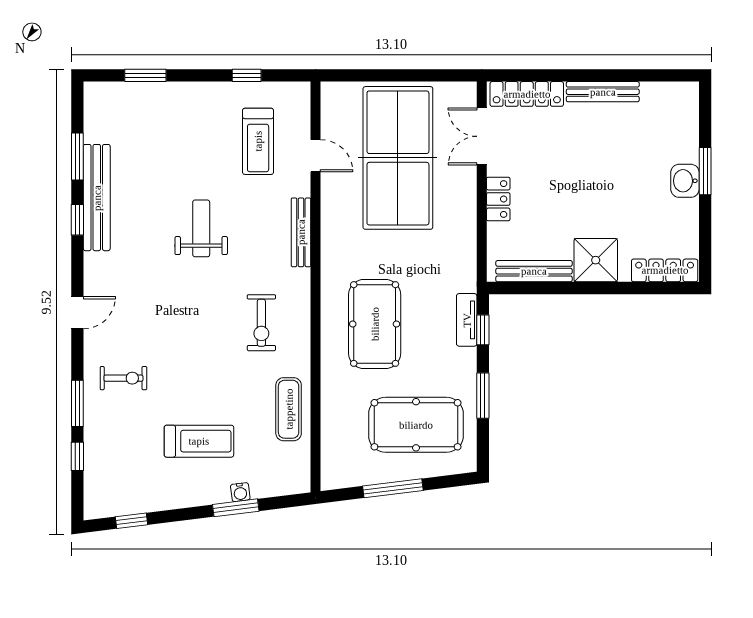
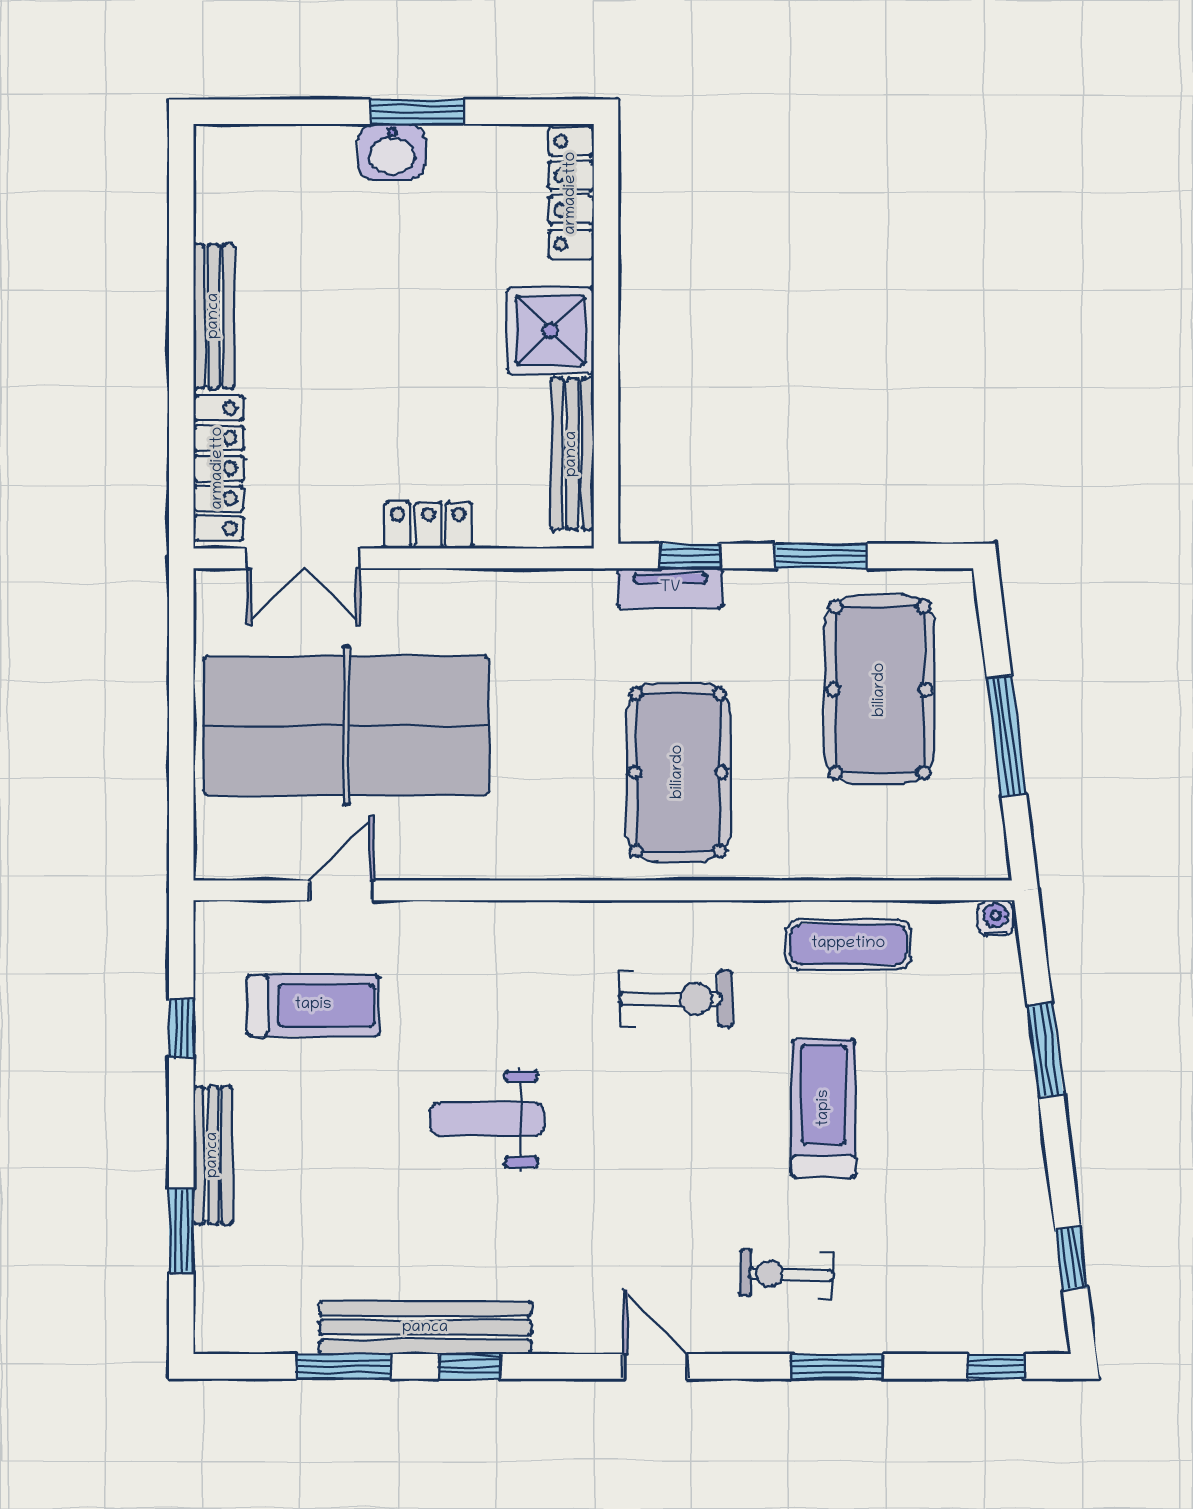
window: (705, 171) -> (417, 112), moved
bench: (301, 232) -> (213, 1155), moved, turned 90
pool table: (375, 324) -> (678, 772), turned 90
exercise bike: (123, 378) -> (786, 1274), turned -88
treadmill: (199, 441) -> (824, 1108), moved
window: (77, 456) -> (996, 1366), moved
water cooler: (240, 492) -> (996, 918), moved, turned -83

